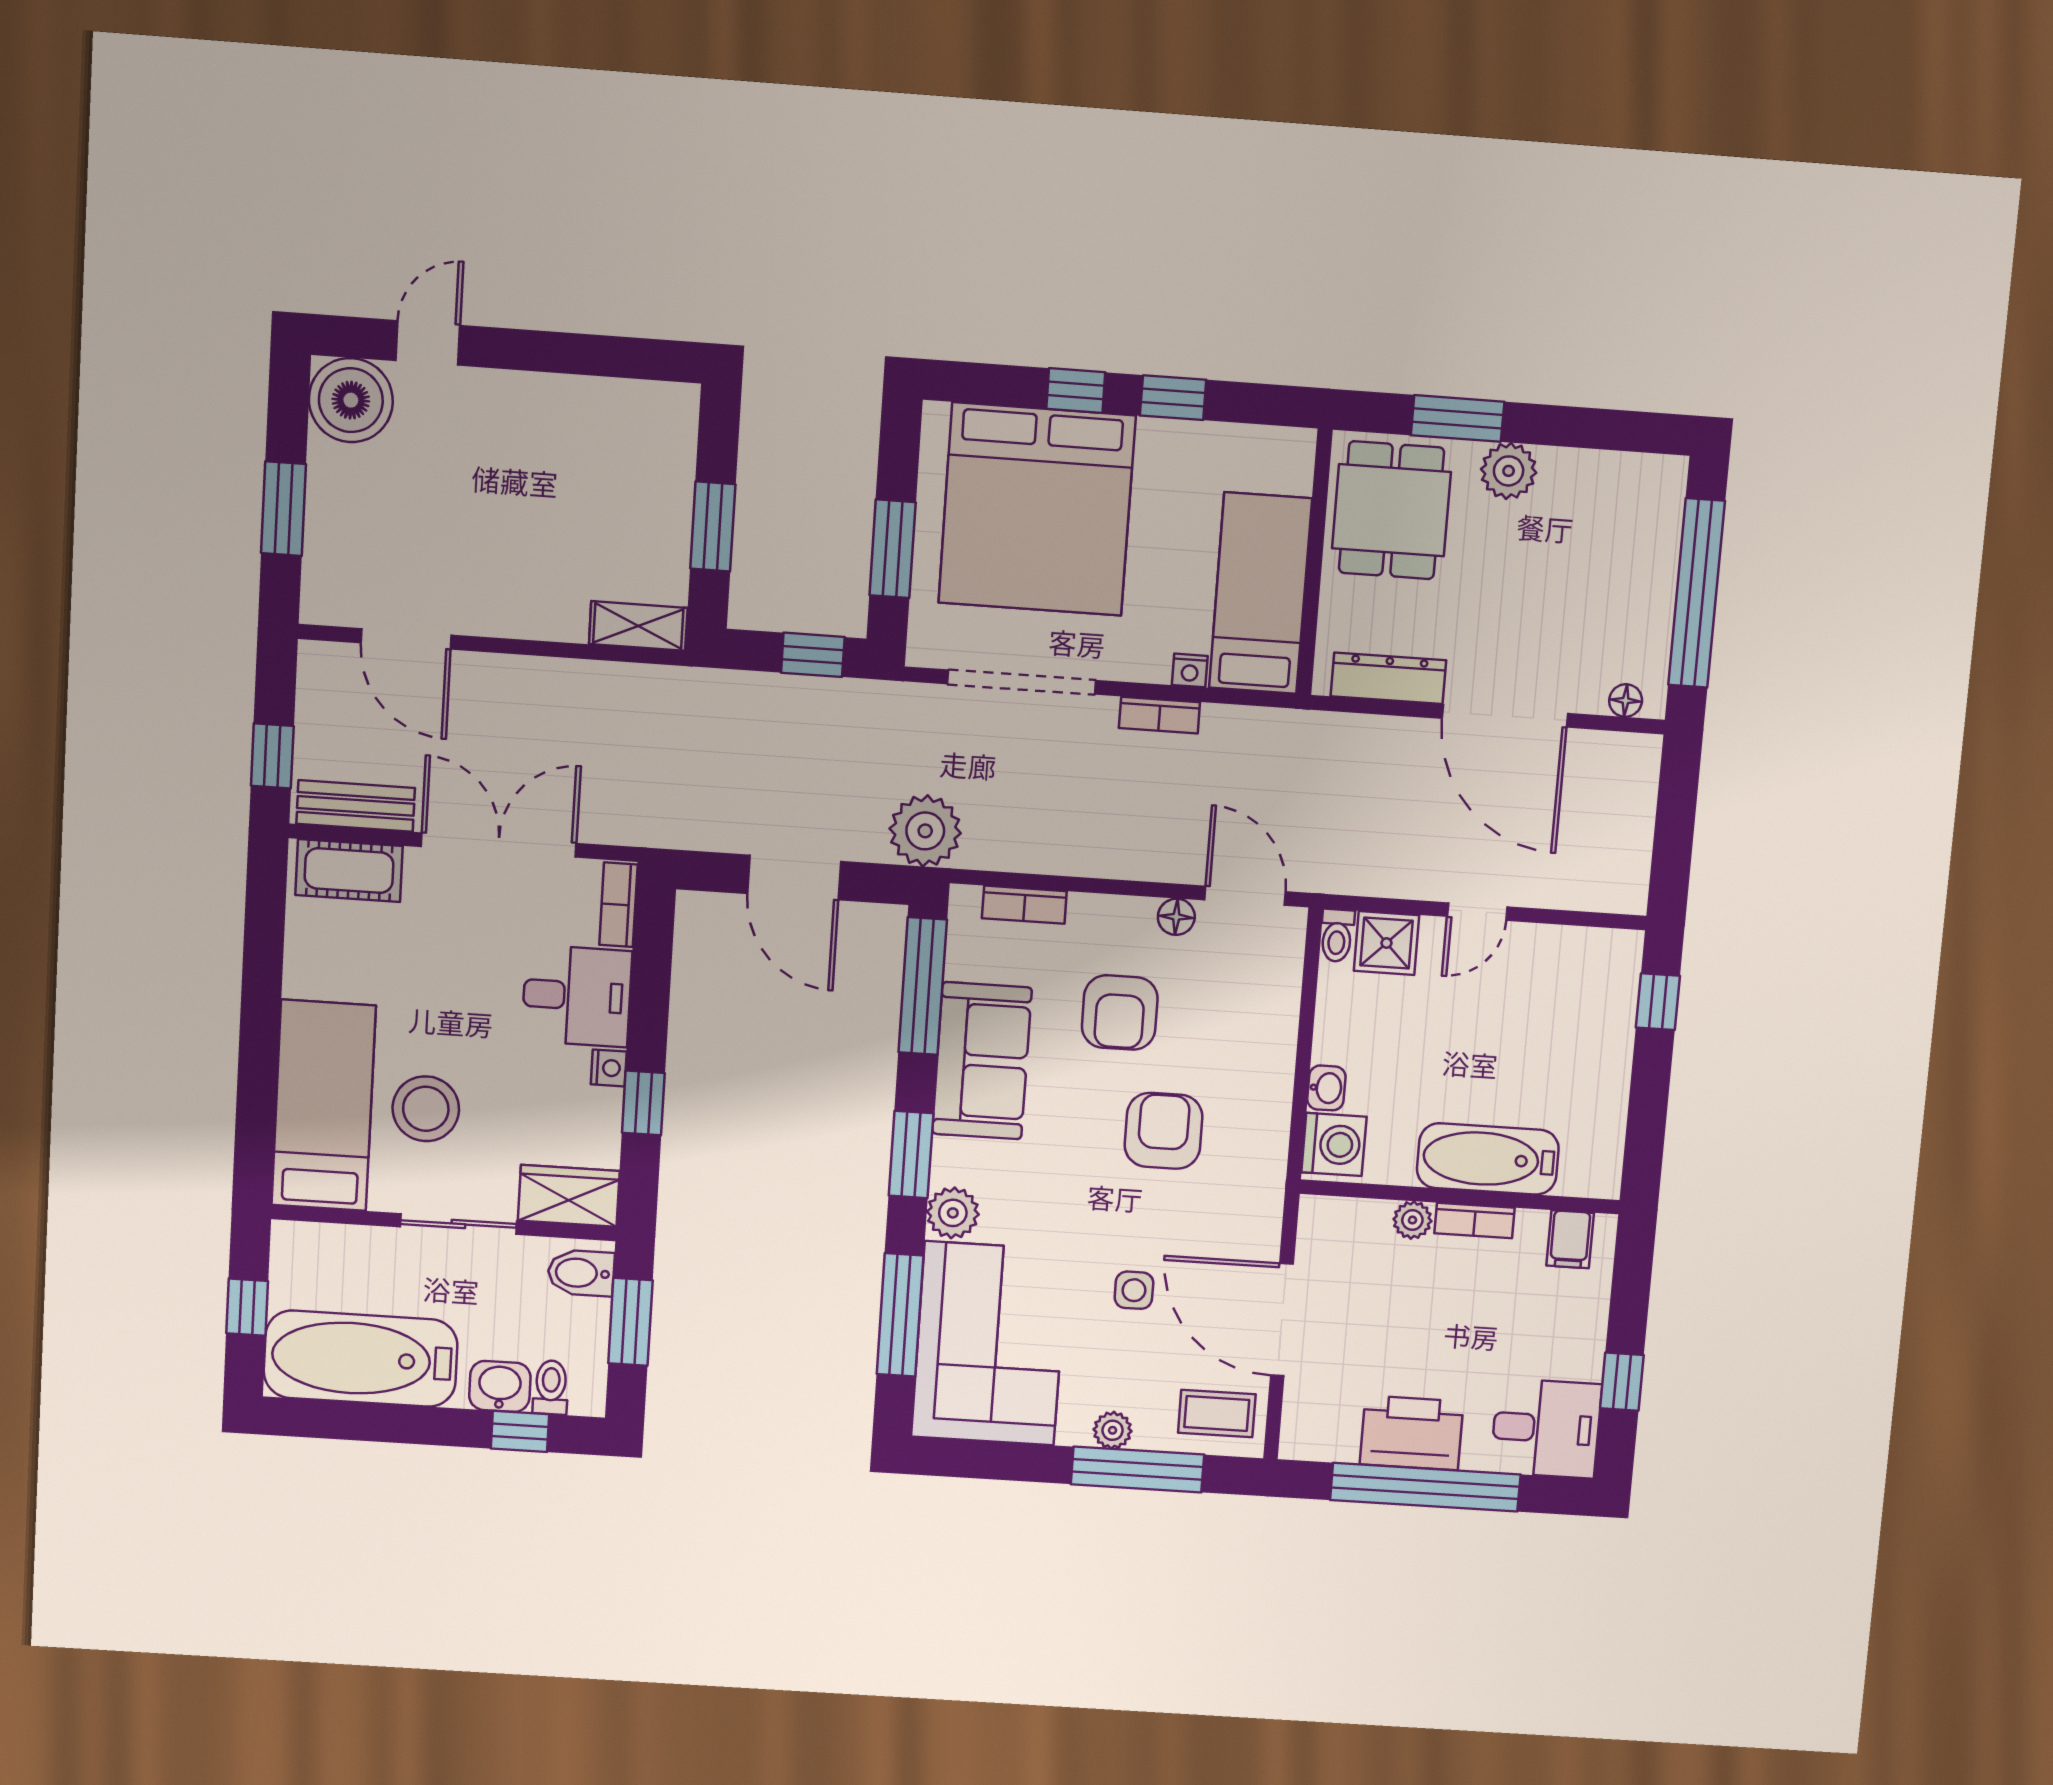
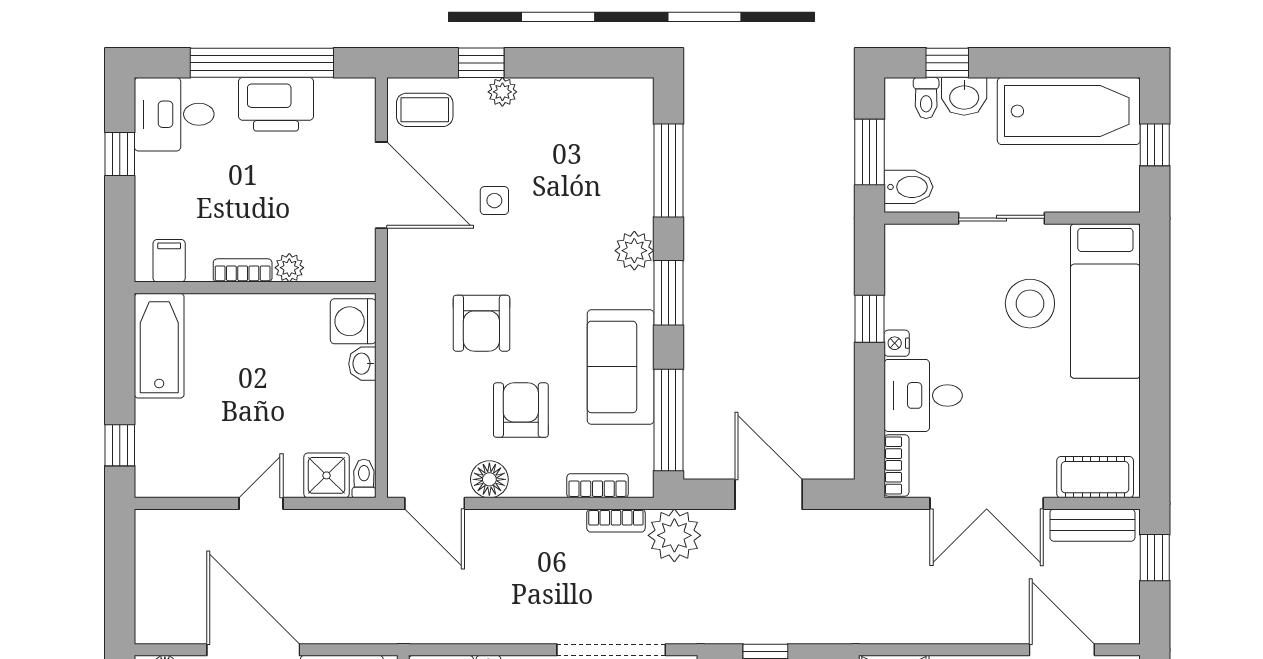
bookcase: (1159, 715) -> (616, 521), moved, turned 180
floor lamp: (1176, 917) -> (489, 479), width x1.37, depth x1.37
bathtub: (1488, 1159) -> (159, 346), moved, turned -90
wardrobe: (569, 1196) -> (921, 245), removed
corner sofa: (989, 1343) -> (600, 153), removed
window: (1138, 1469) -> (481, 63), width x0.46

